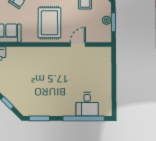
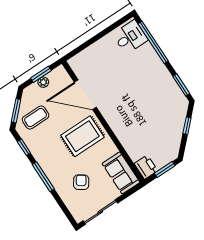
door: (78, 44) -> (85, 95), width x1.87
desk: (87, 104) -> (130, 37), moved

